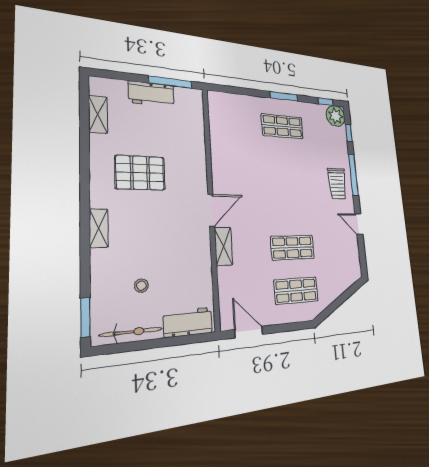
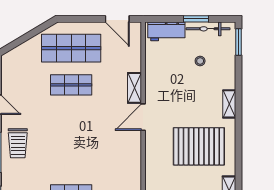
pallet: (140, 173) -> (199, 146), width x1.37, depth x1.41
trolley: (337, 184) -> (18, 143), turned 180
shop shelf: (296, 291) -> (71, 48), width x1.43, depth x1.36
window: (149, 344) -> (196, 19), added

